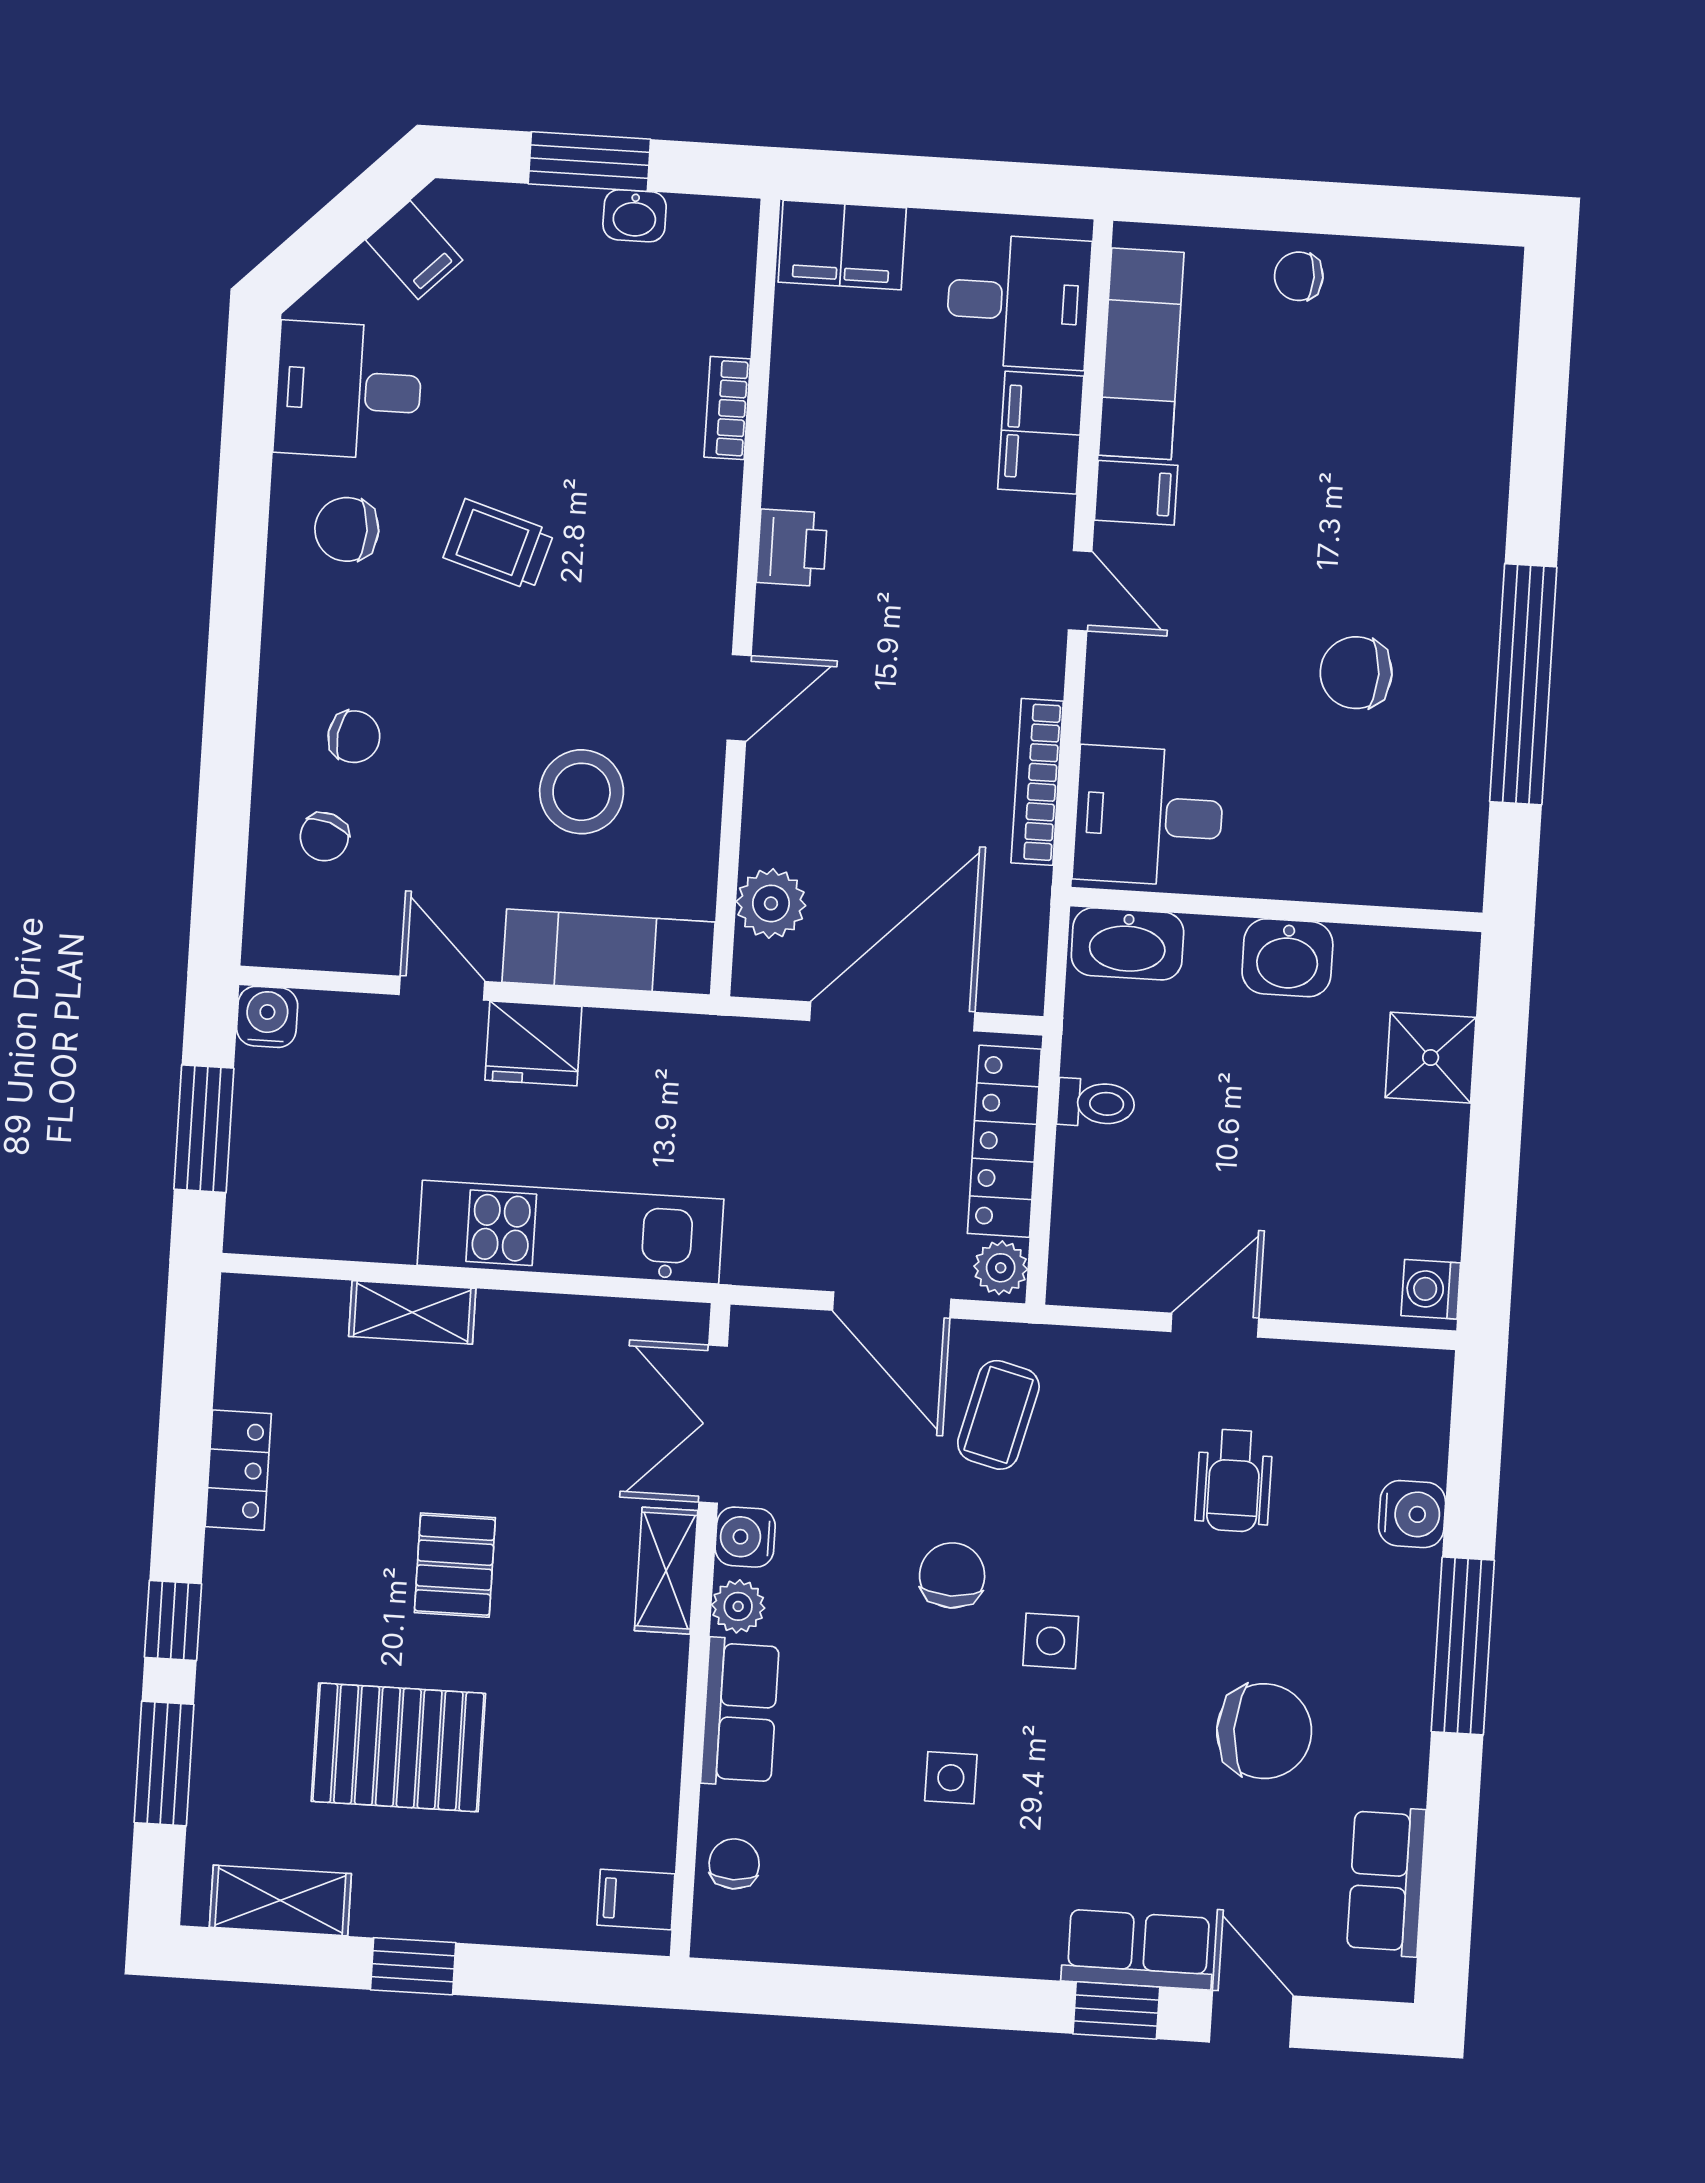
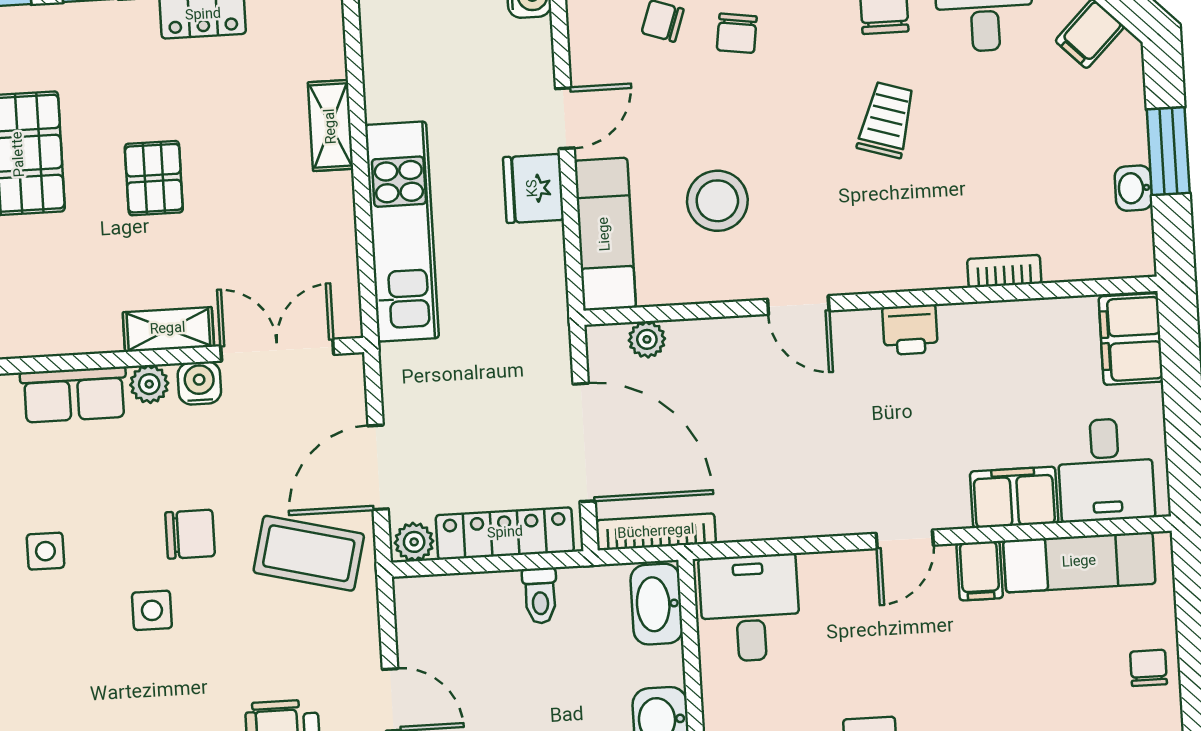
bookcase: (1037, 782) -> (656, 532), moved
plant: (771, 903) -> (647, 339), width x0.73, depth x0.73
coffee table: (998, 1415) -> (309, 553), width x1.36, depth x1.30
pallet: (455, 1565) -> (154, 178), turned 90

